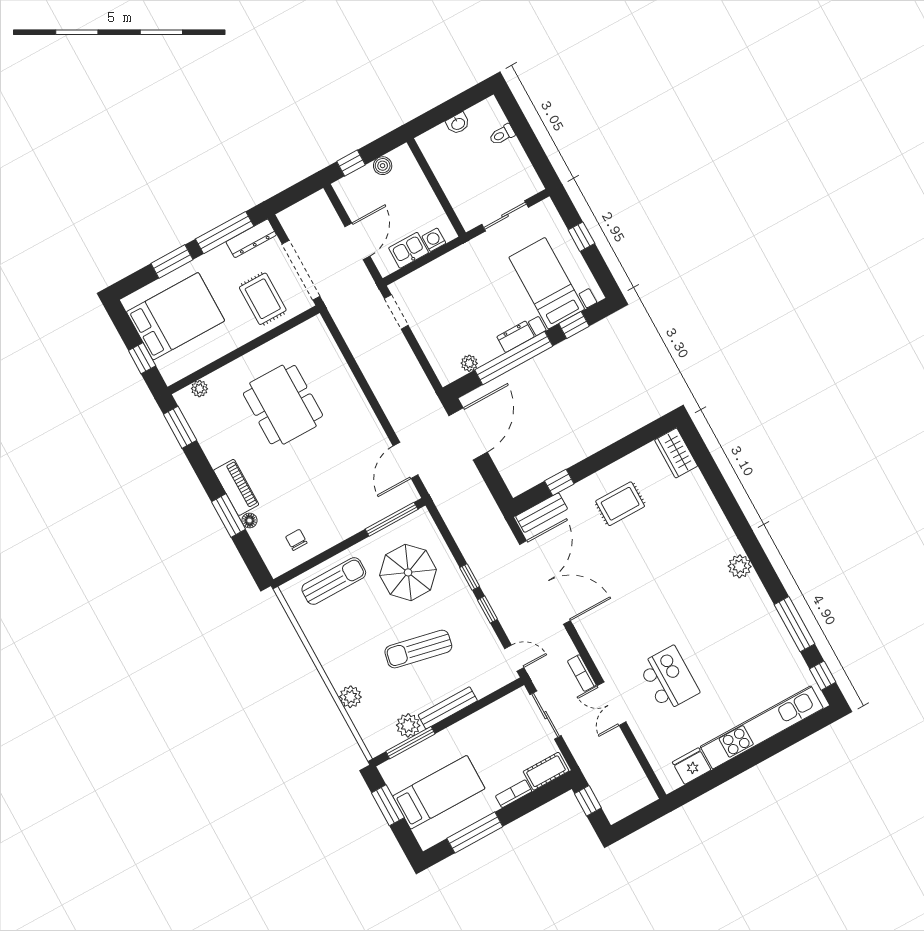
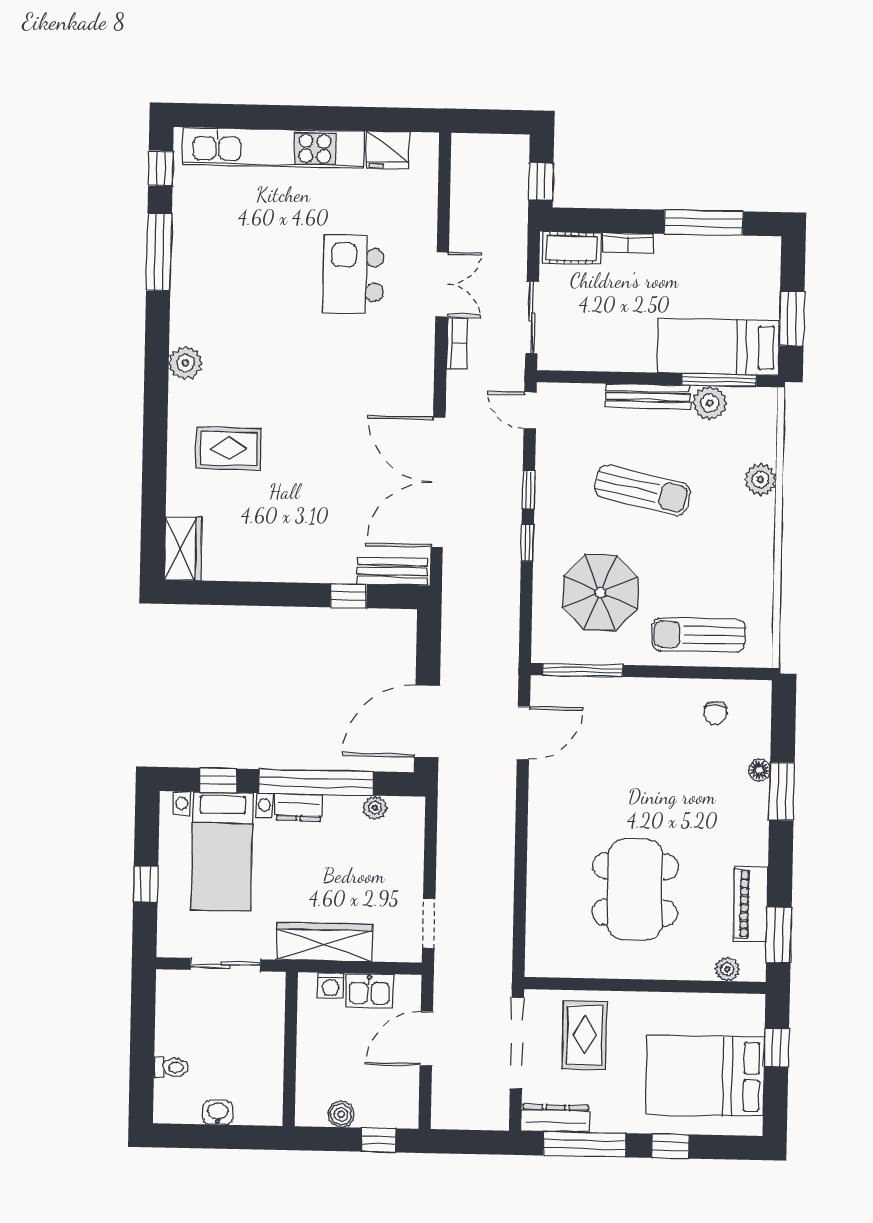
window: (172, 262) -> (670, 1146), width x0.67
wardrobe: (453, 264) -> (324, 942), added
piano: (236, 487) -> (751, 904), moved
rug: (620, 504) -> (229, 449), moved
bed: (439, 792) -> (718, 347), moved

